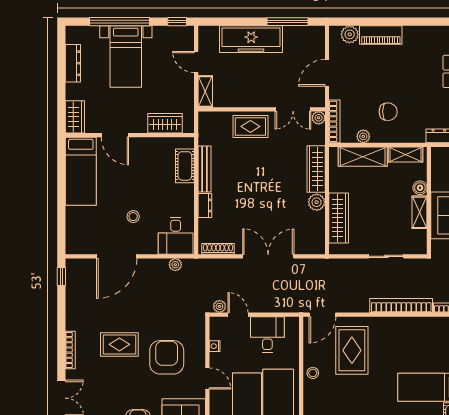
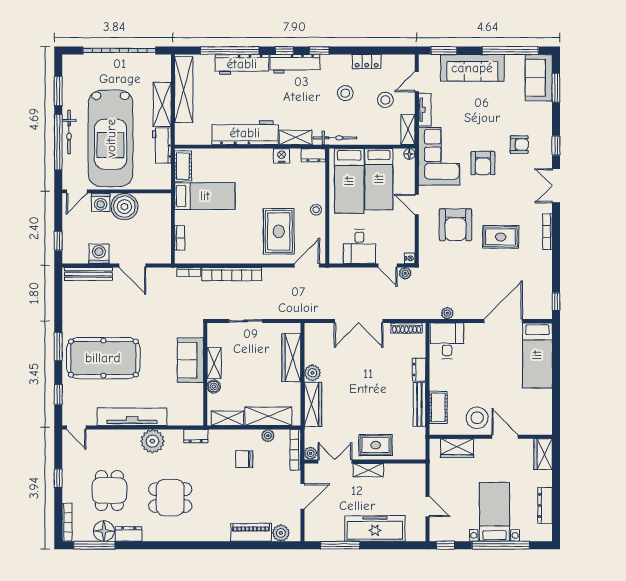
shelving: (205, 91) -> (368, 470), moved, turned 90
bed: (81, 171) -> (537, 355), moved, turned 180
stool: (133, 217) -> (477, 418), moved, width x1.89, depth x1.89
nightstand: (215, 346) -> (410, 258), moved

